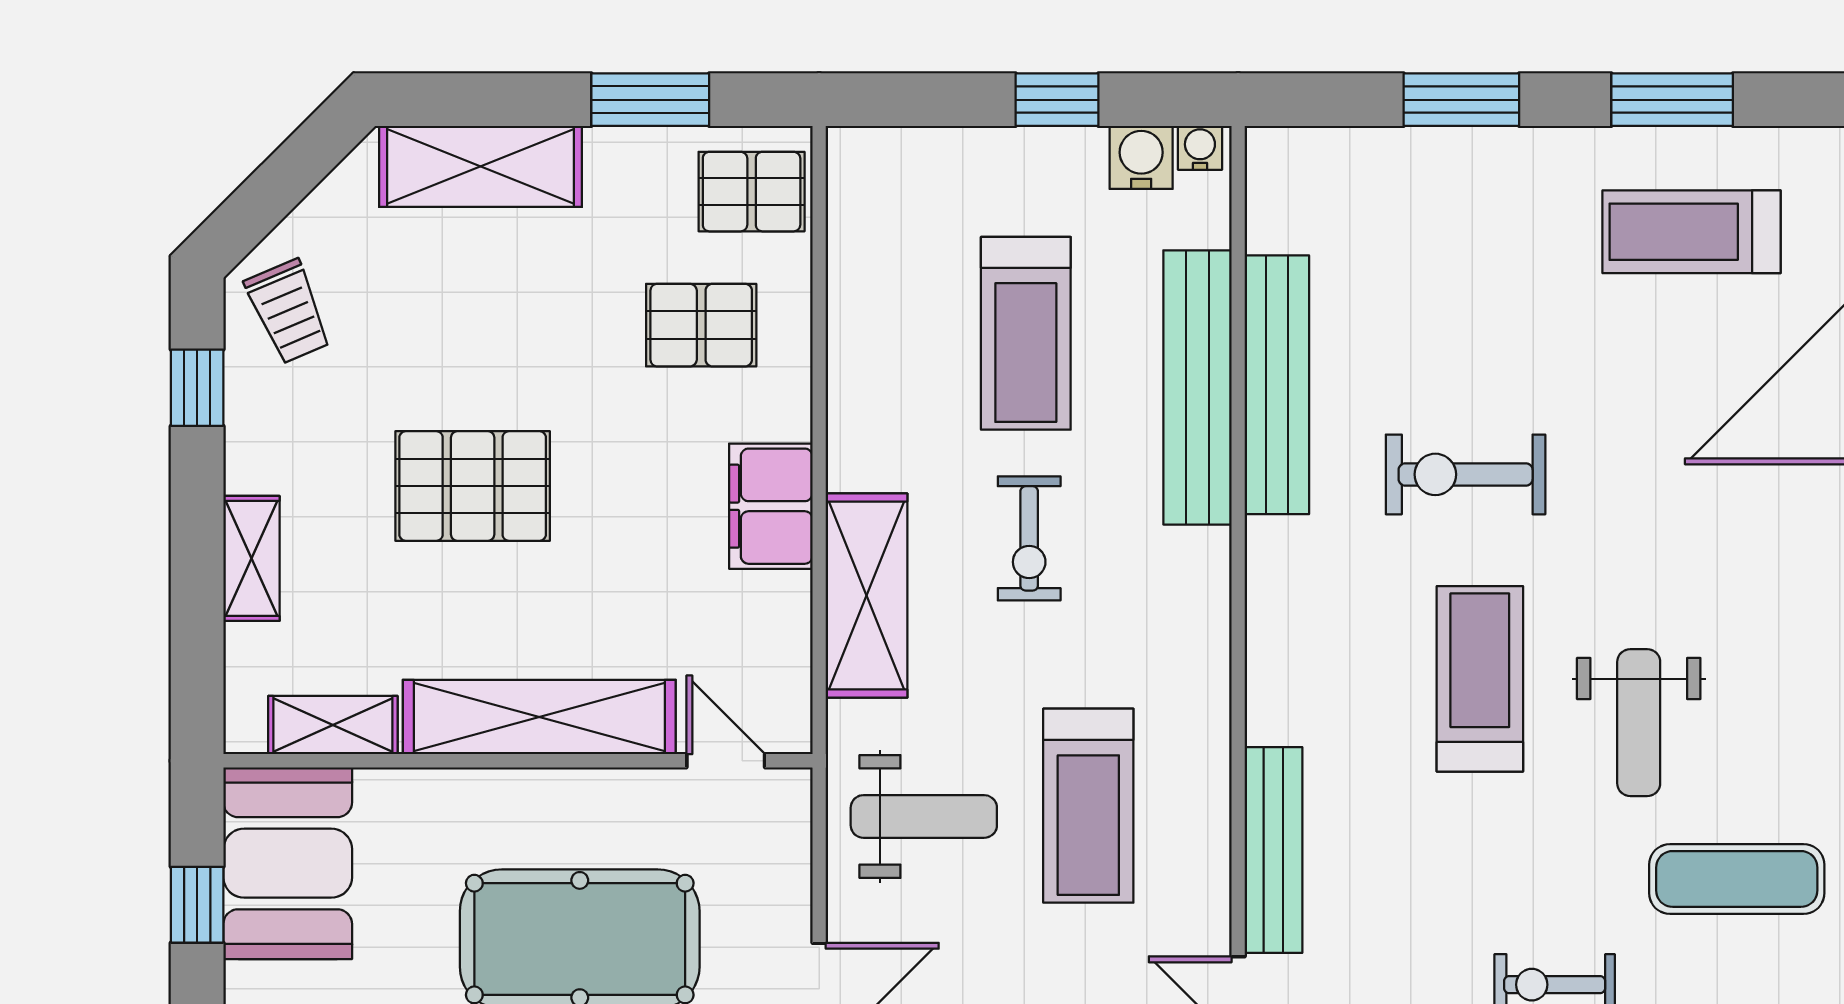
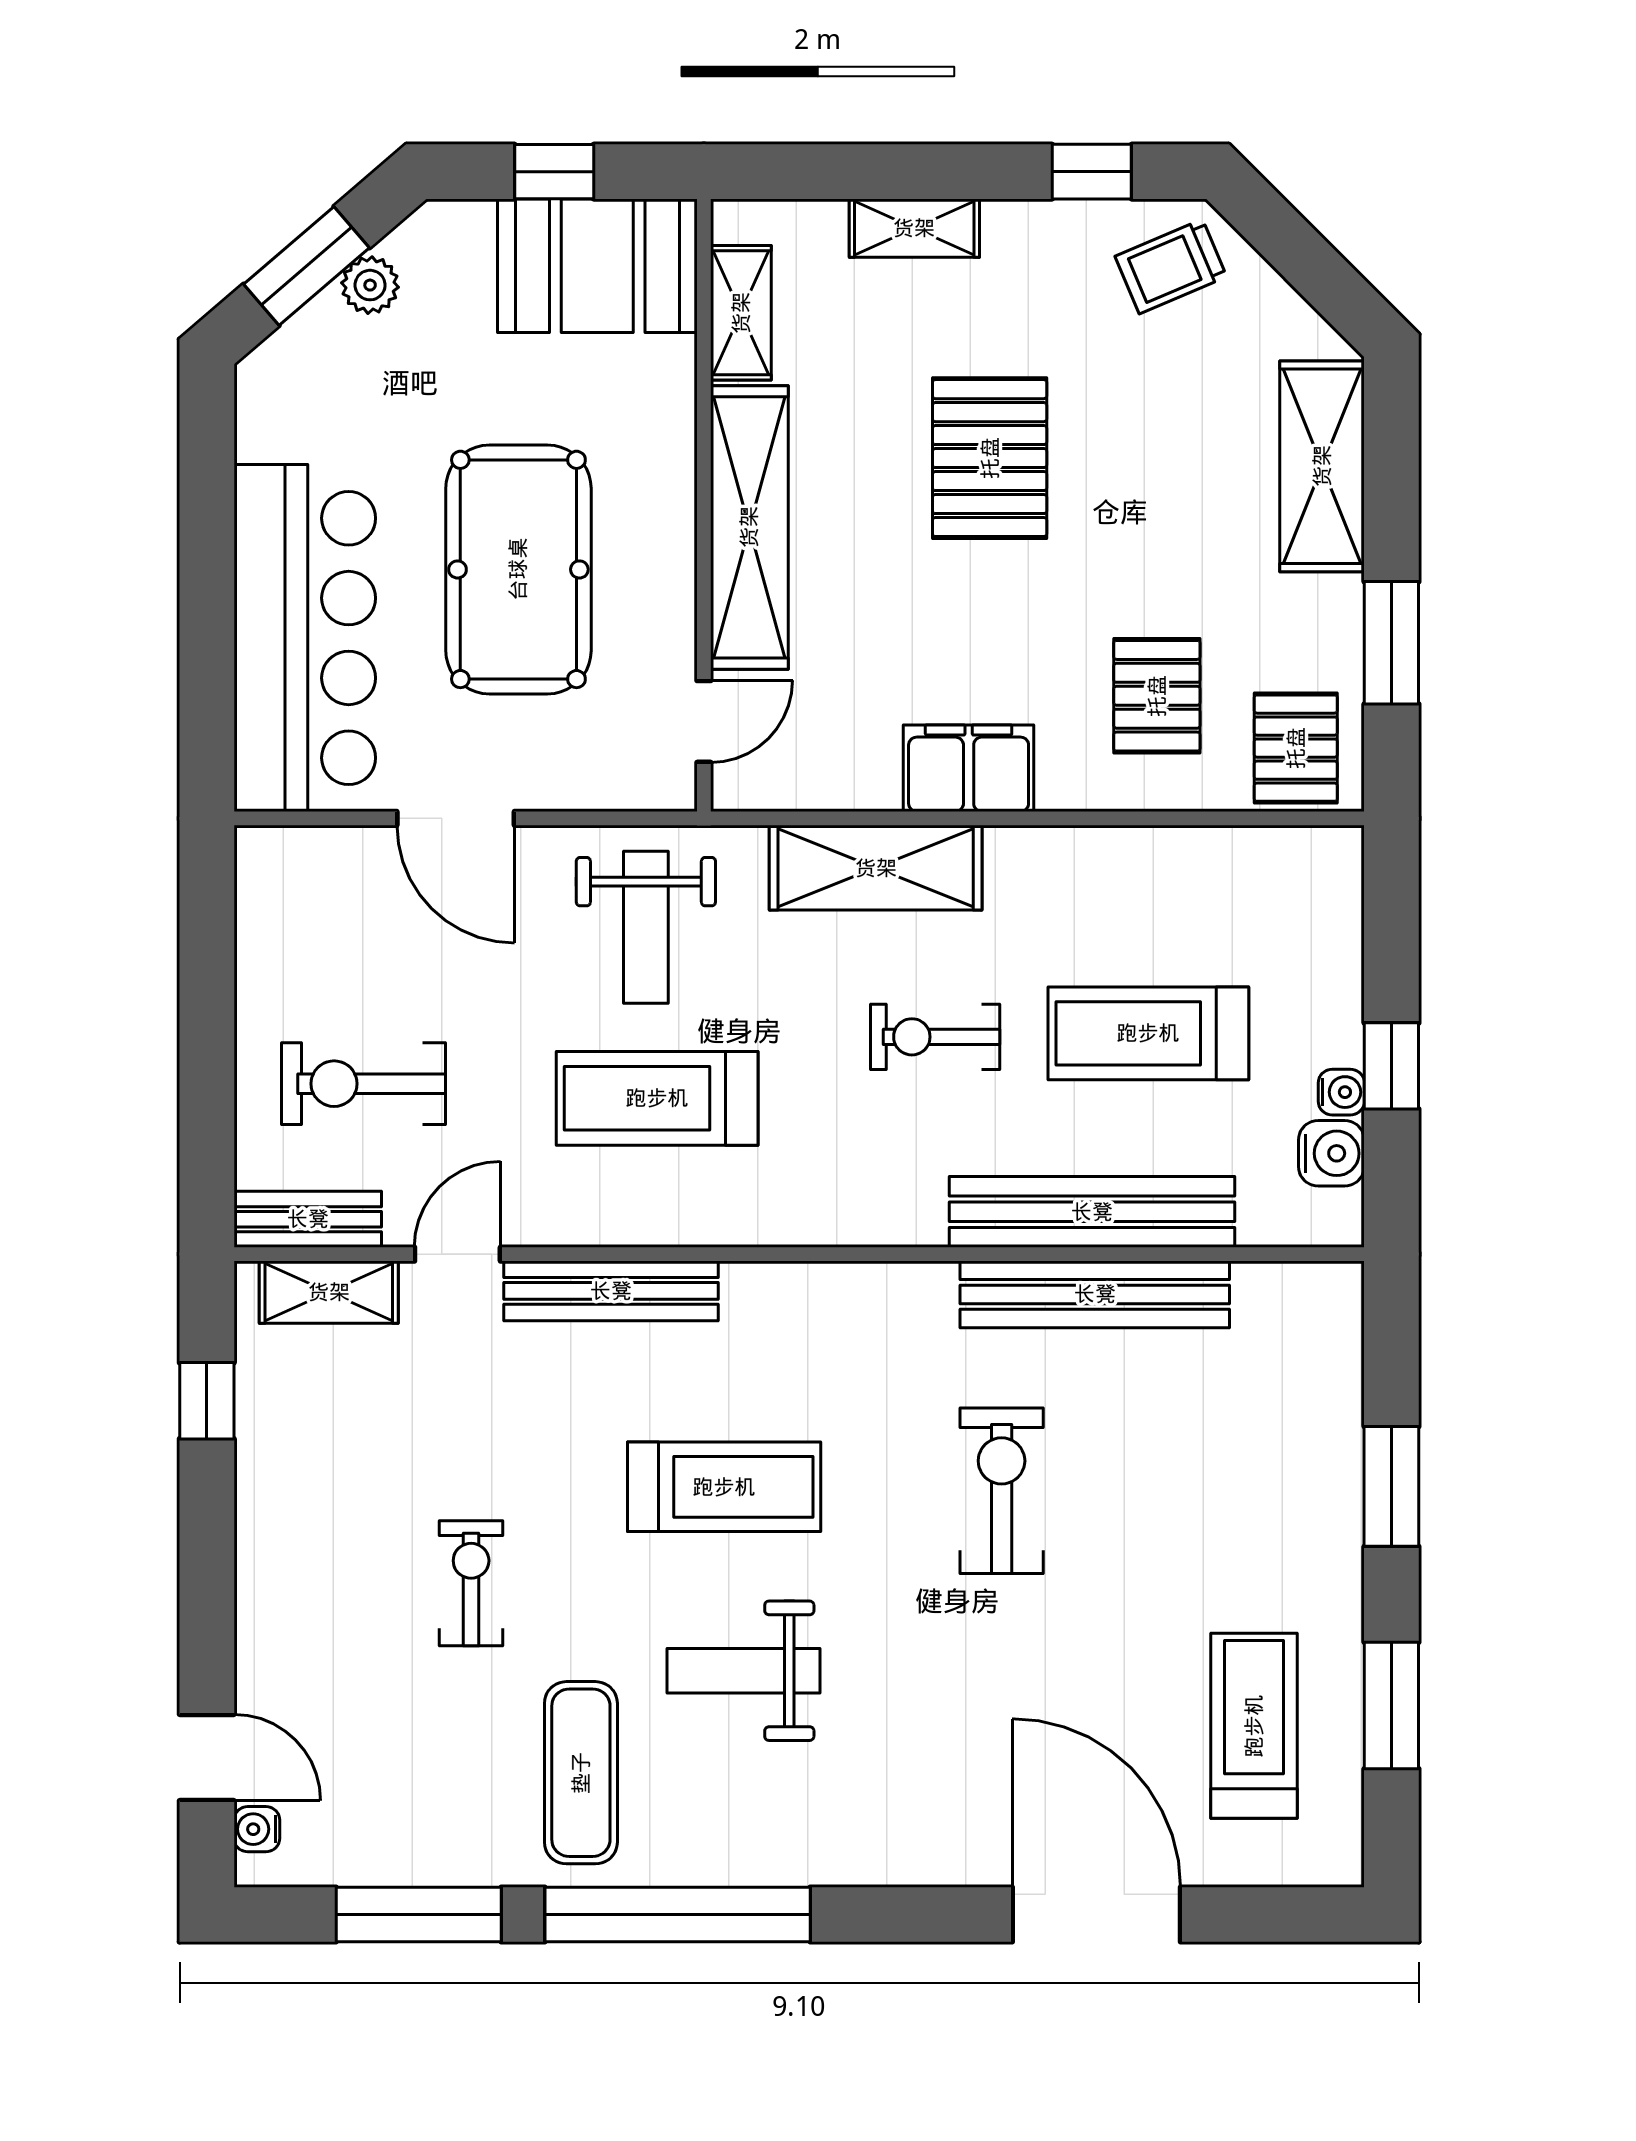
water cooler: (1200, 148) -> (1341, 1092), moved
treadmill: (1480, 679) -> (724, 1487), moved

